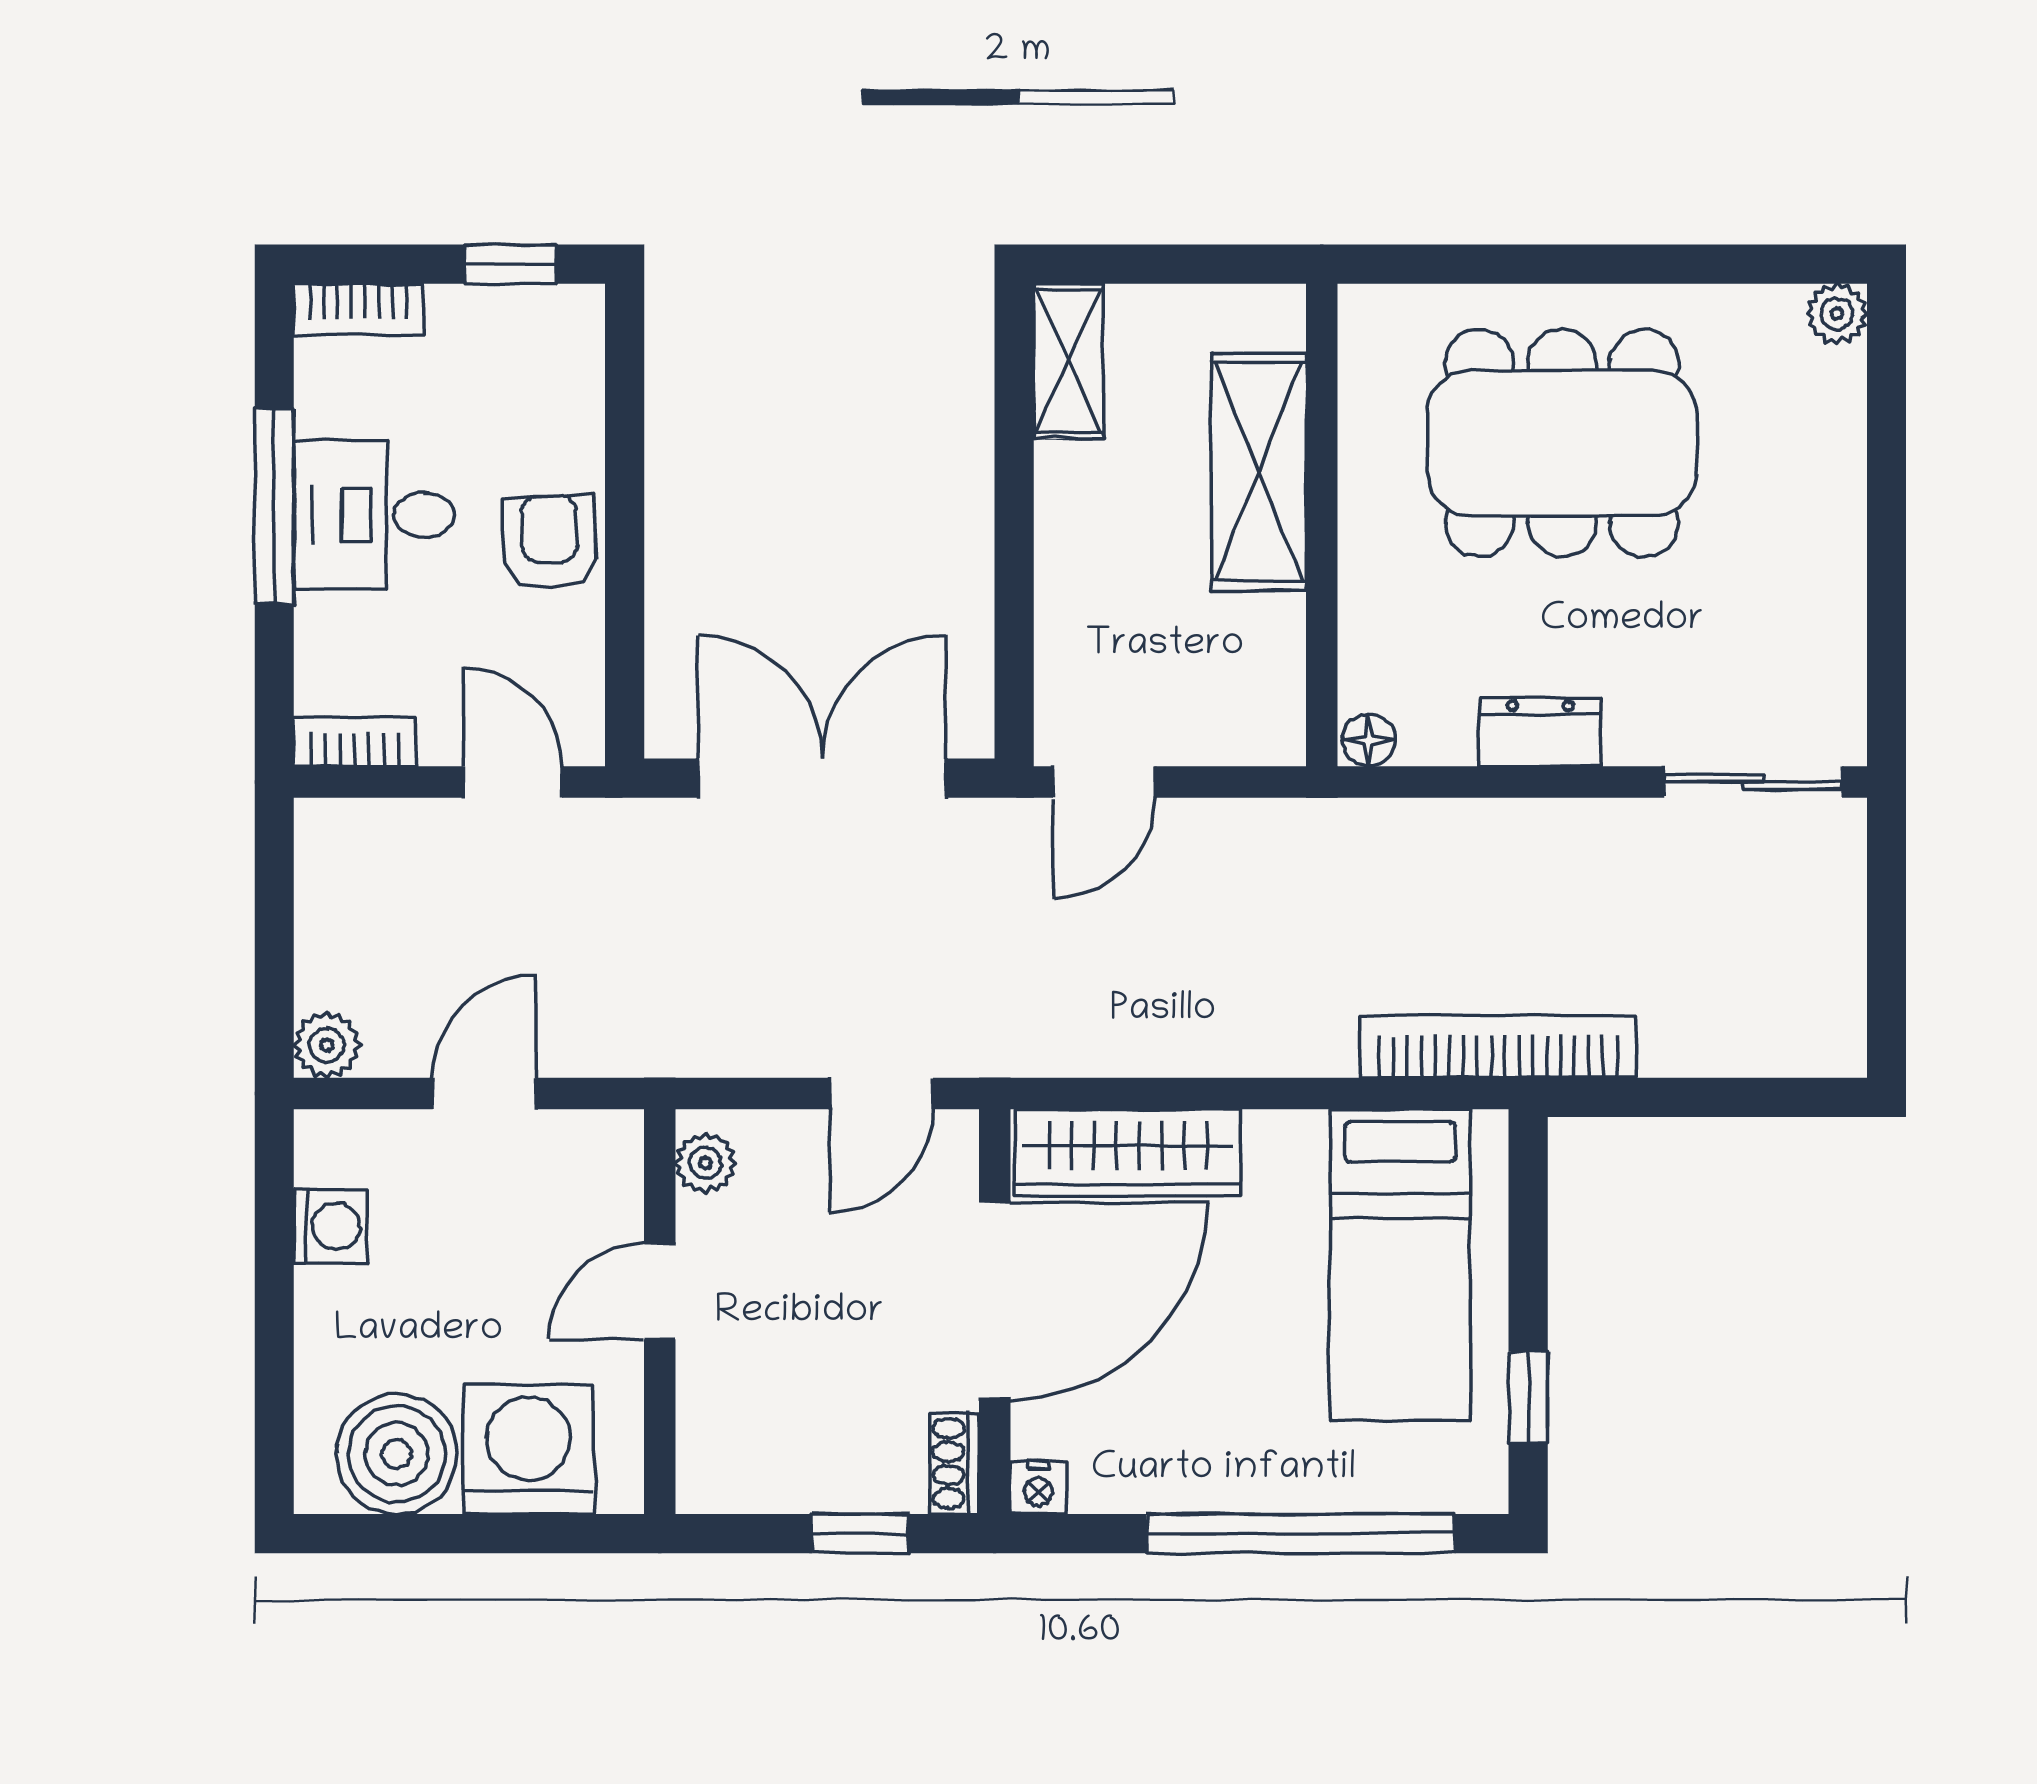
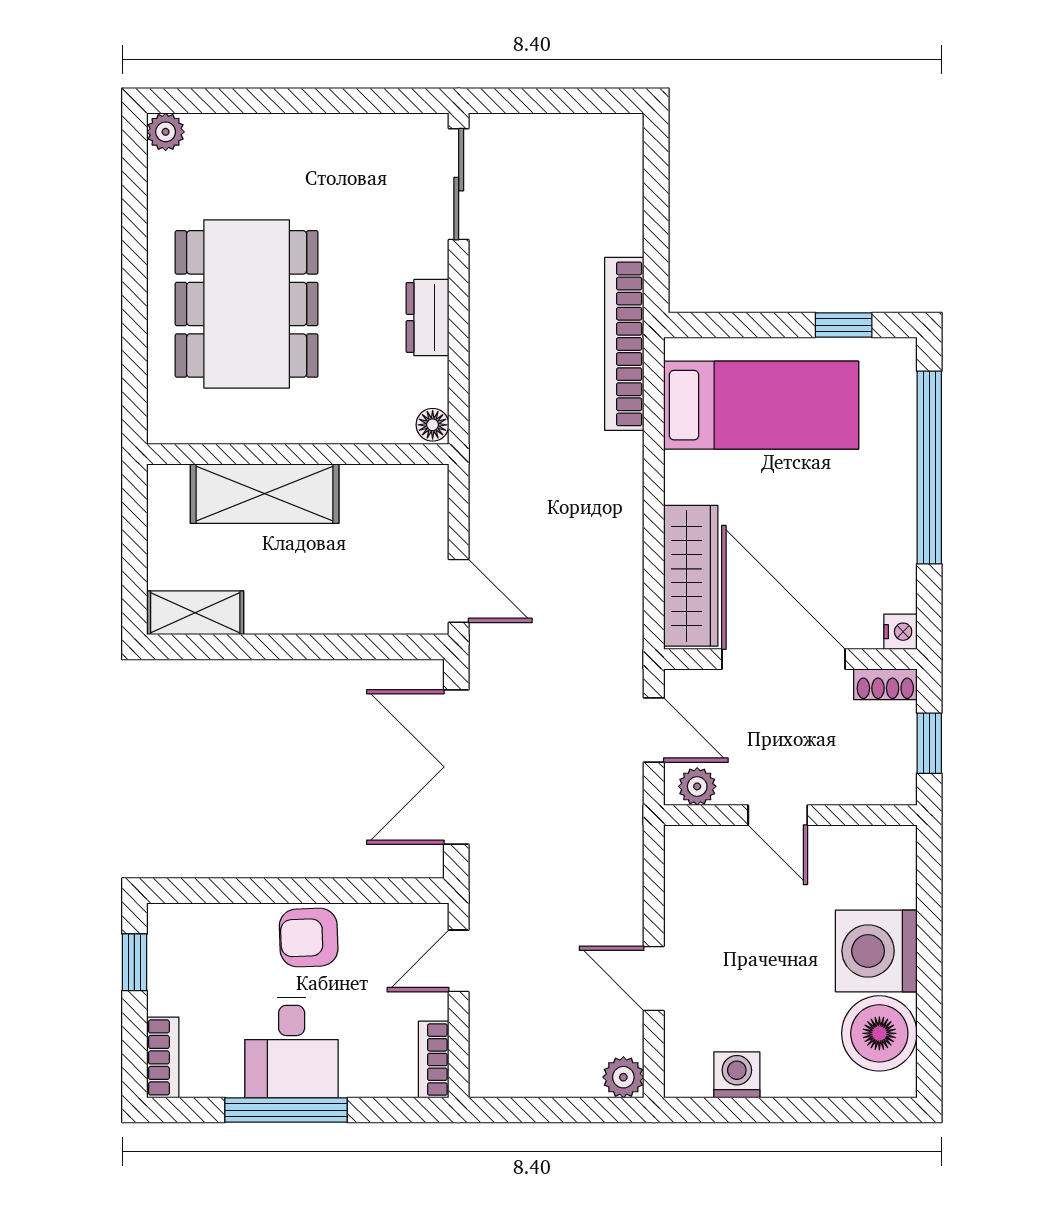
plant: (705, 1163) -> (697, 786), moved
door: (660, 1292) -> (778, 815), moved
wall: (660, 1312) -> (790, 815), moved

